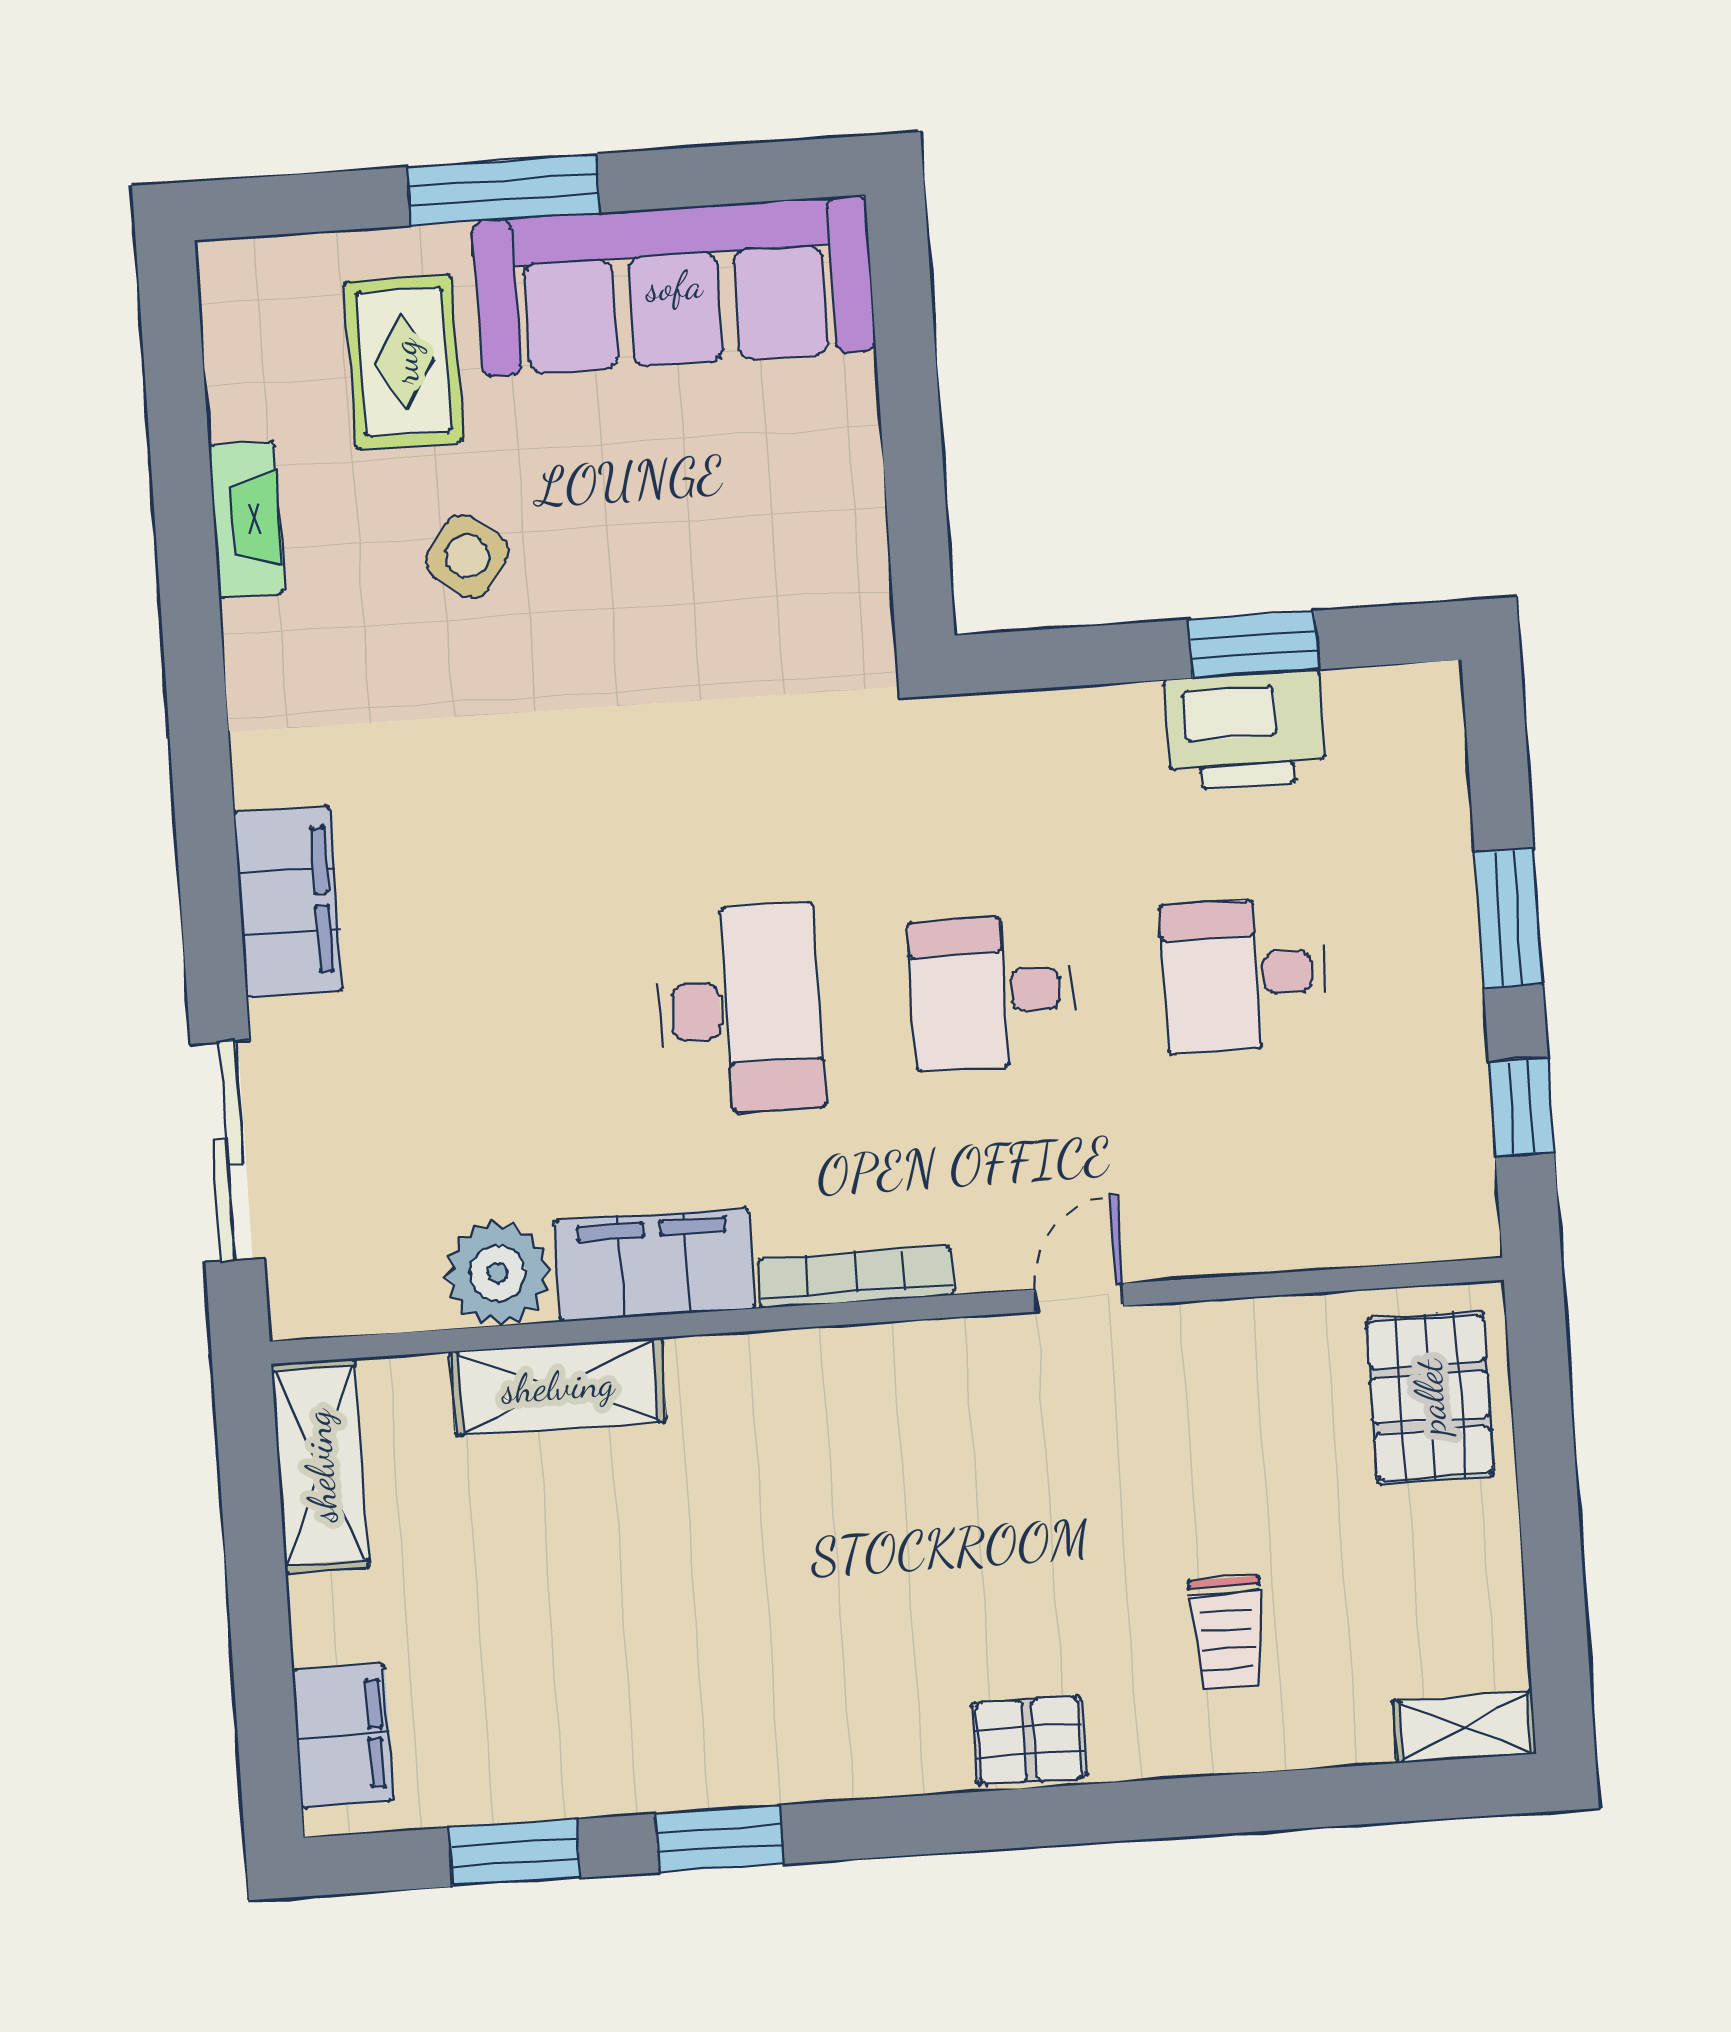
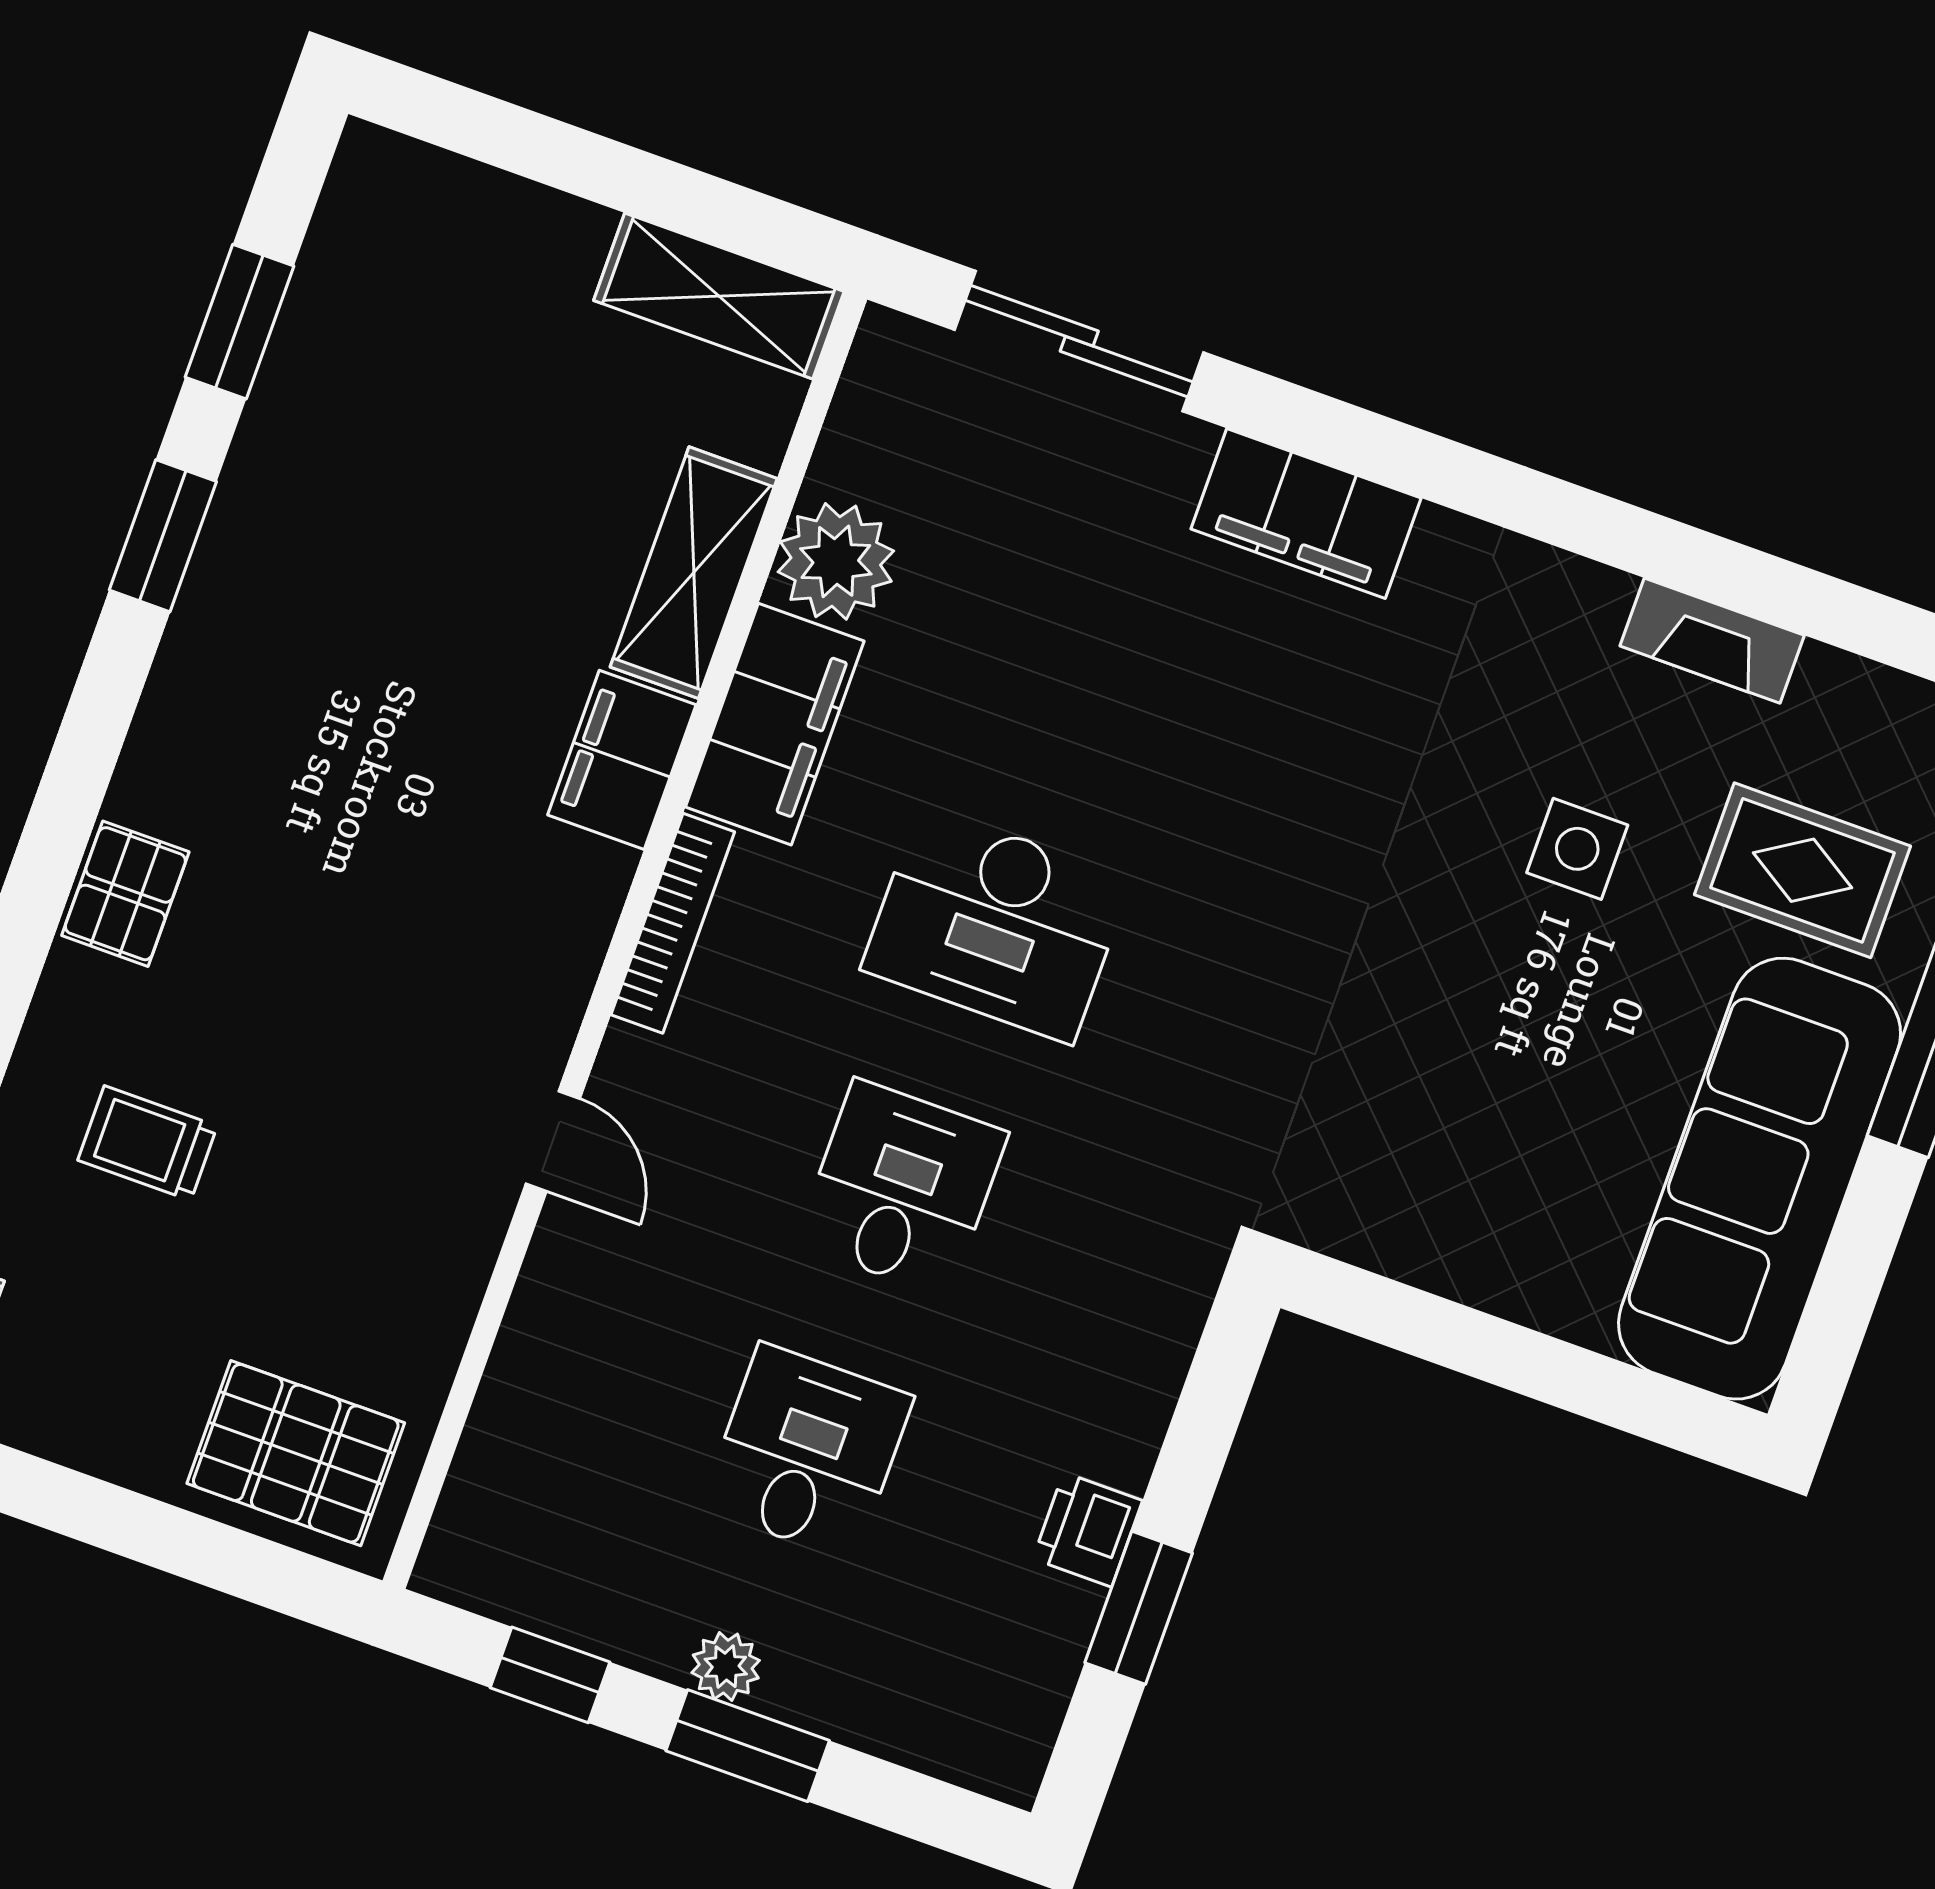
side table: (467, 556) -> (1577, 849), turned -36
printer: (1245, 731) -> (1088, 1530), width x0.53, depth x0.68
plant: (1451, 965) -> (726, 1667), added
filing cabinet: (343, 1735) -> (622, 760), moved, turned 90

